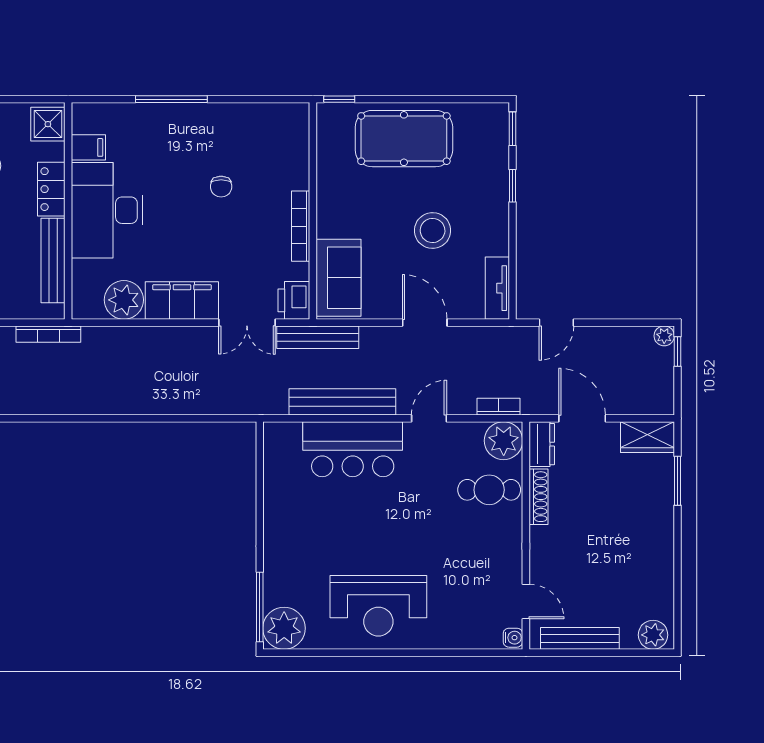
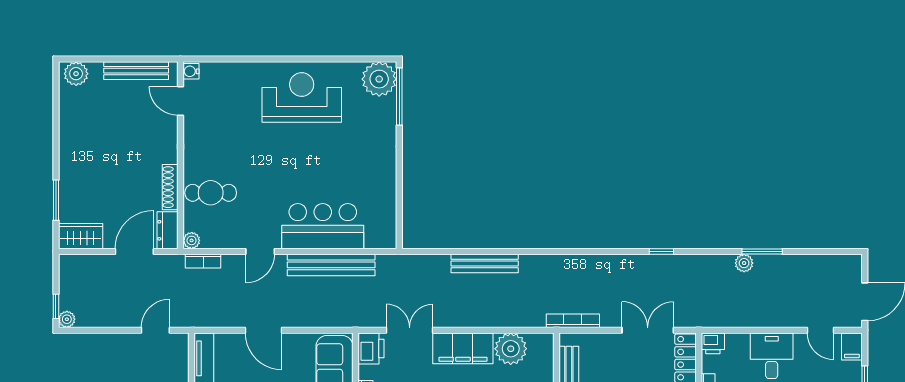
bench: (318, 337) -> (485, 263), moved
door: (582, 418) -> (134, 251), swing flipped
plant: (504, 441) -> (192, 240), width x0.53, depth x0.53

